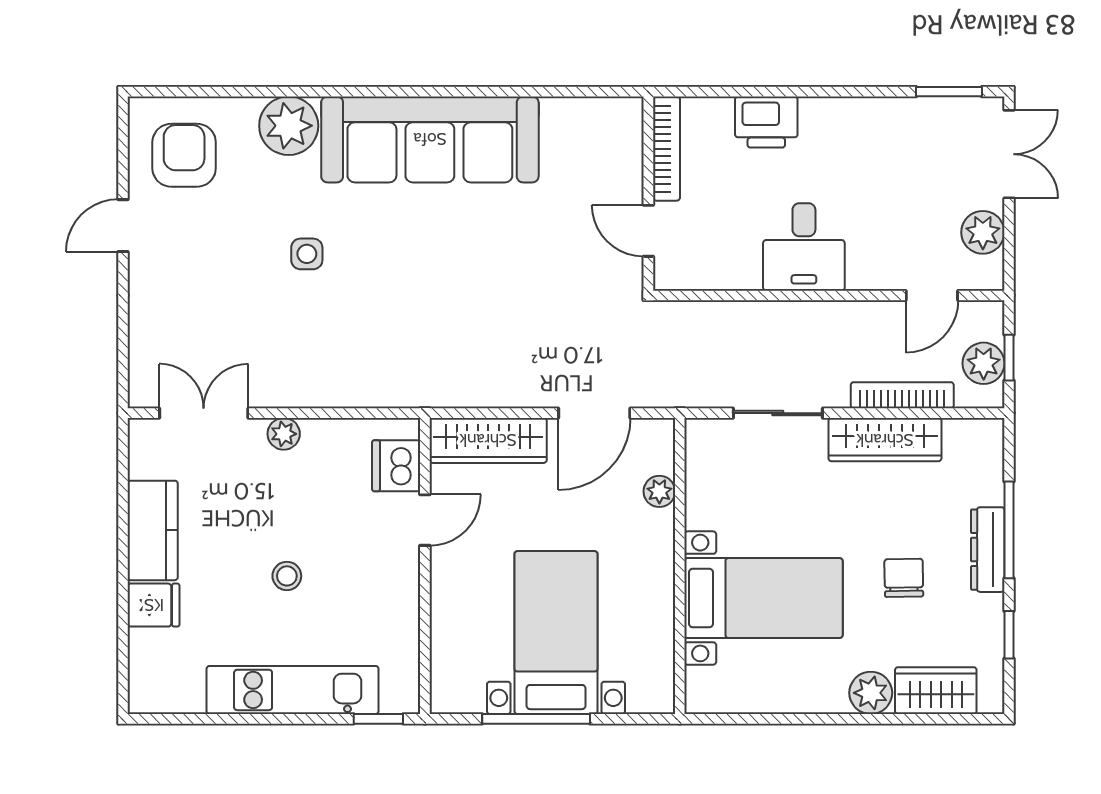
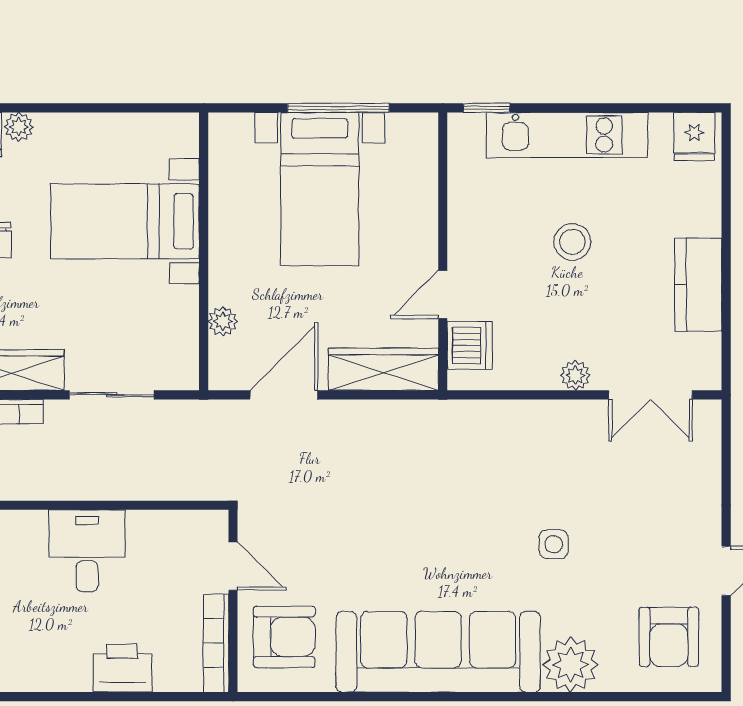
armchair: (594, 155) -> (284, 637), added
stool: (287, 576) -> (572, 242), width x1.37, depth x1.37
fridge: (154, 605) -> (694, 136), moved, turned -90
plant: (871, 693) -> (19, 127), width x0.73, depth x0.73

